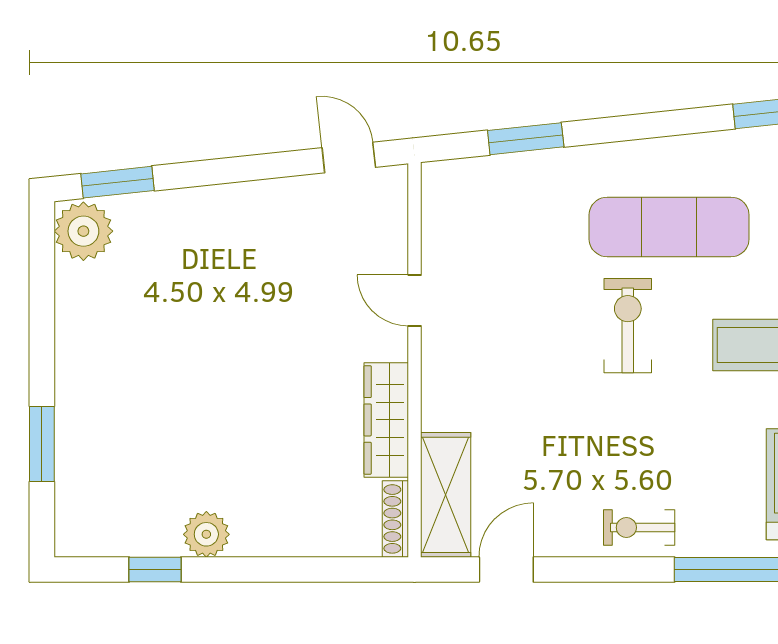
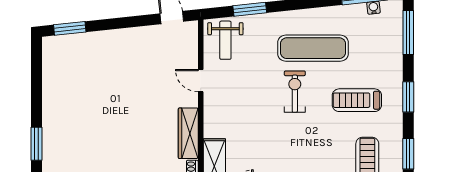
weight bench: (470, 209) -> (225, 40), added
plant: (83, 231) -> (55, 50), removed

